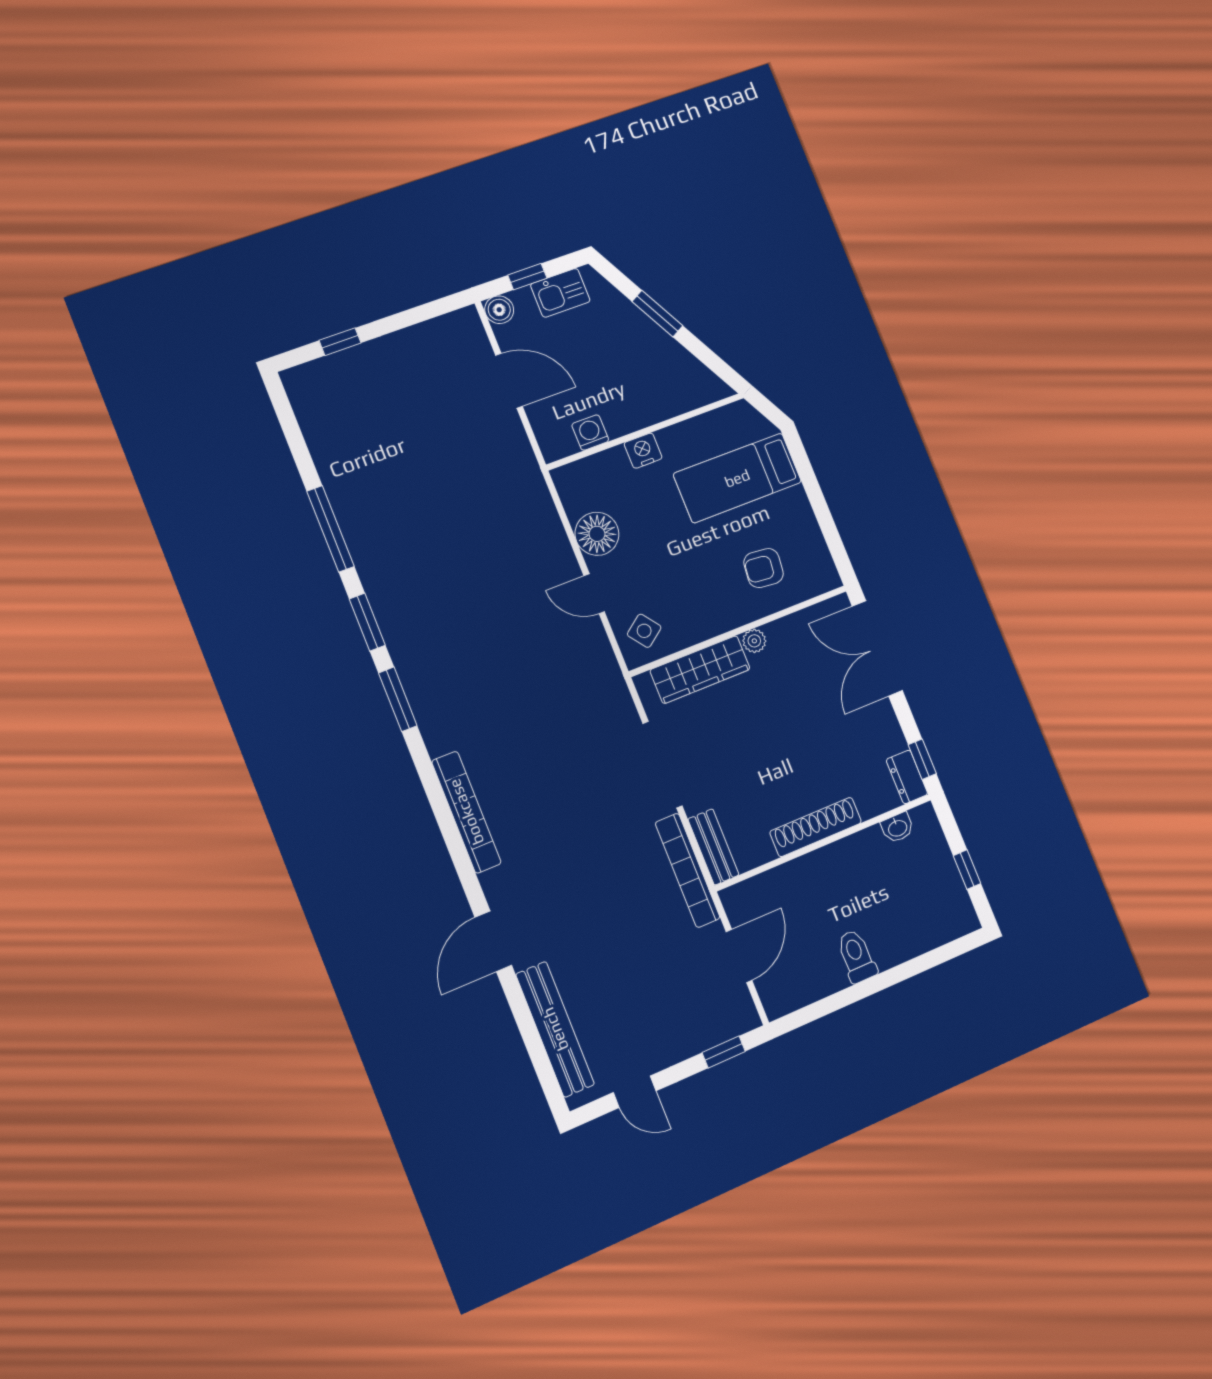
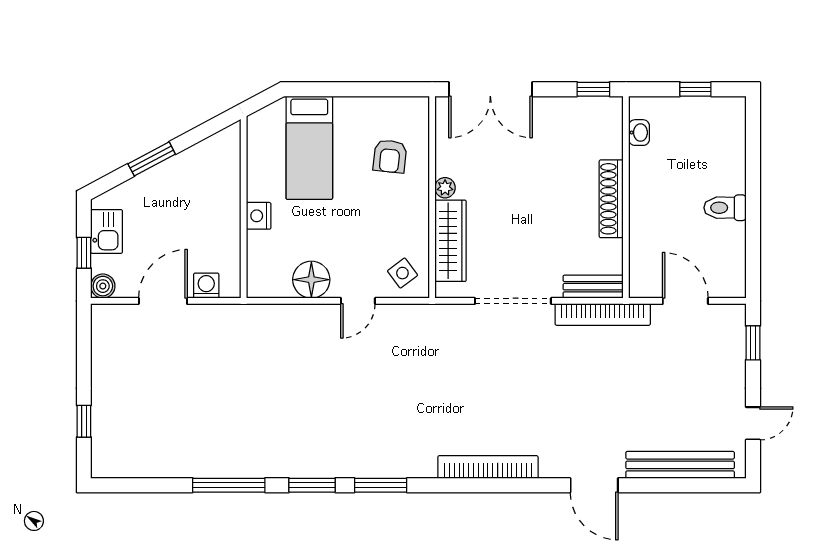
washing machine: (590, 433) -> (206, 286), moved, turned 90
dresser: (907, 777) -> (602, 108), removed

